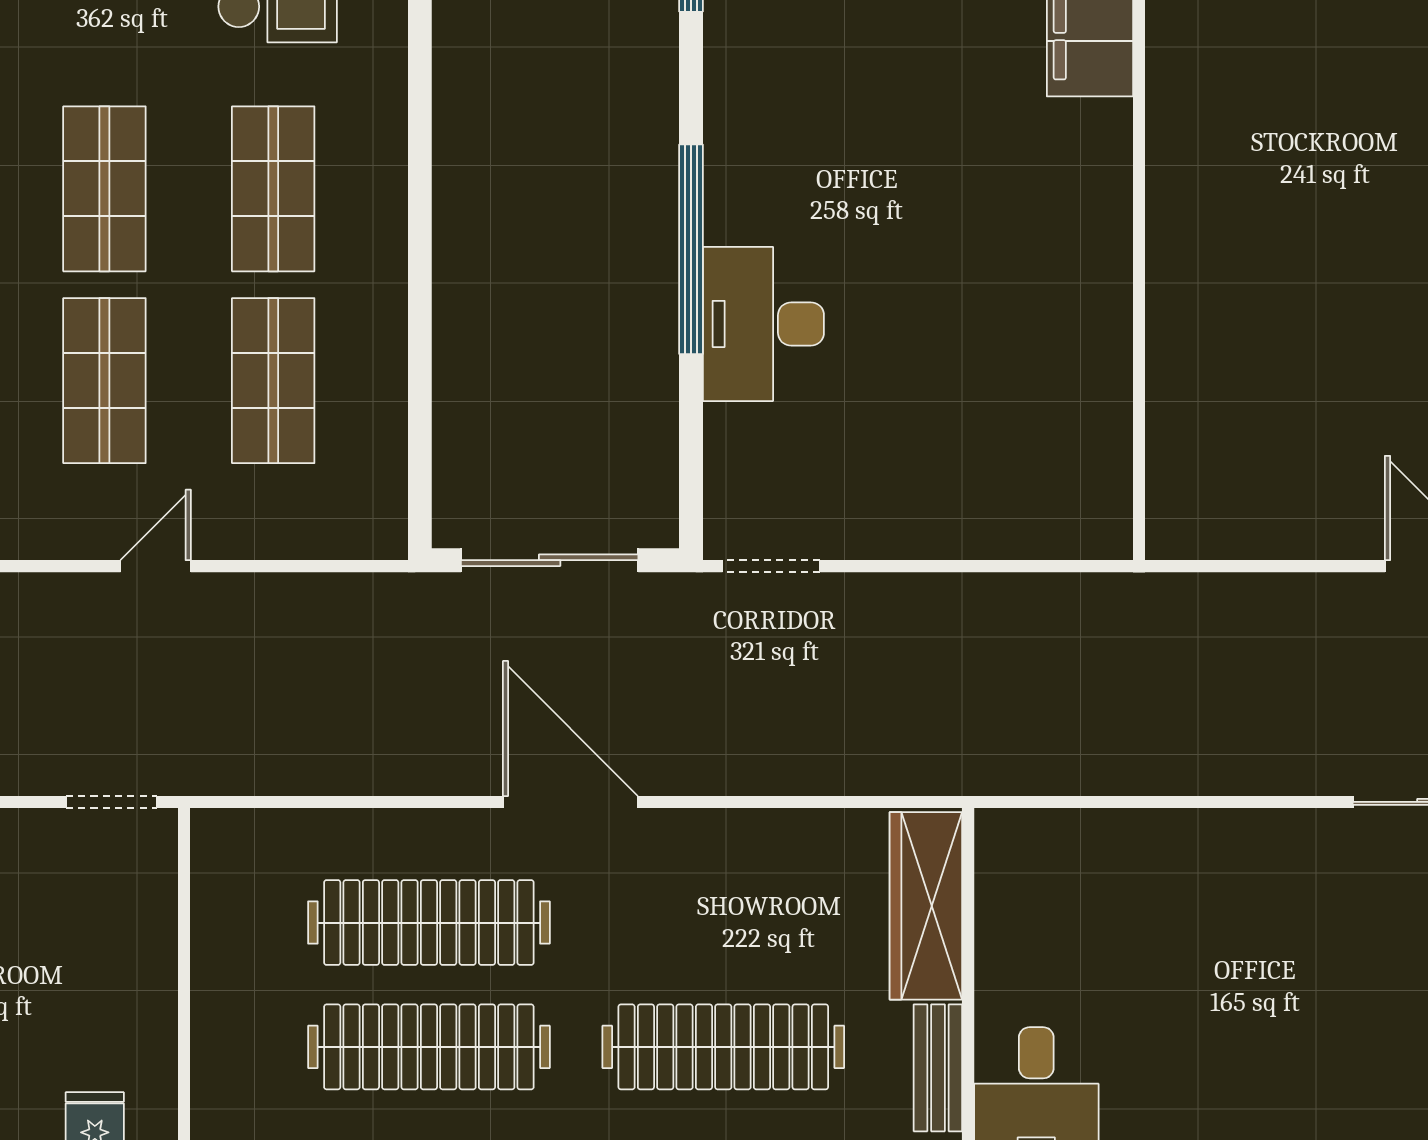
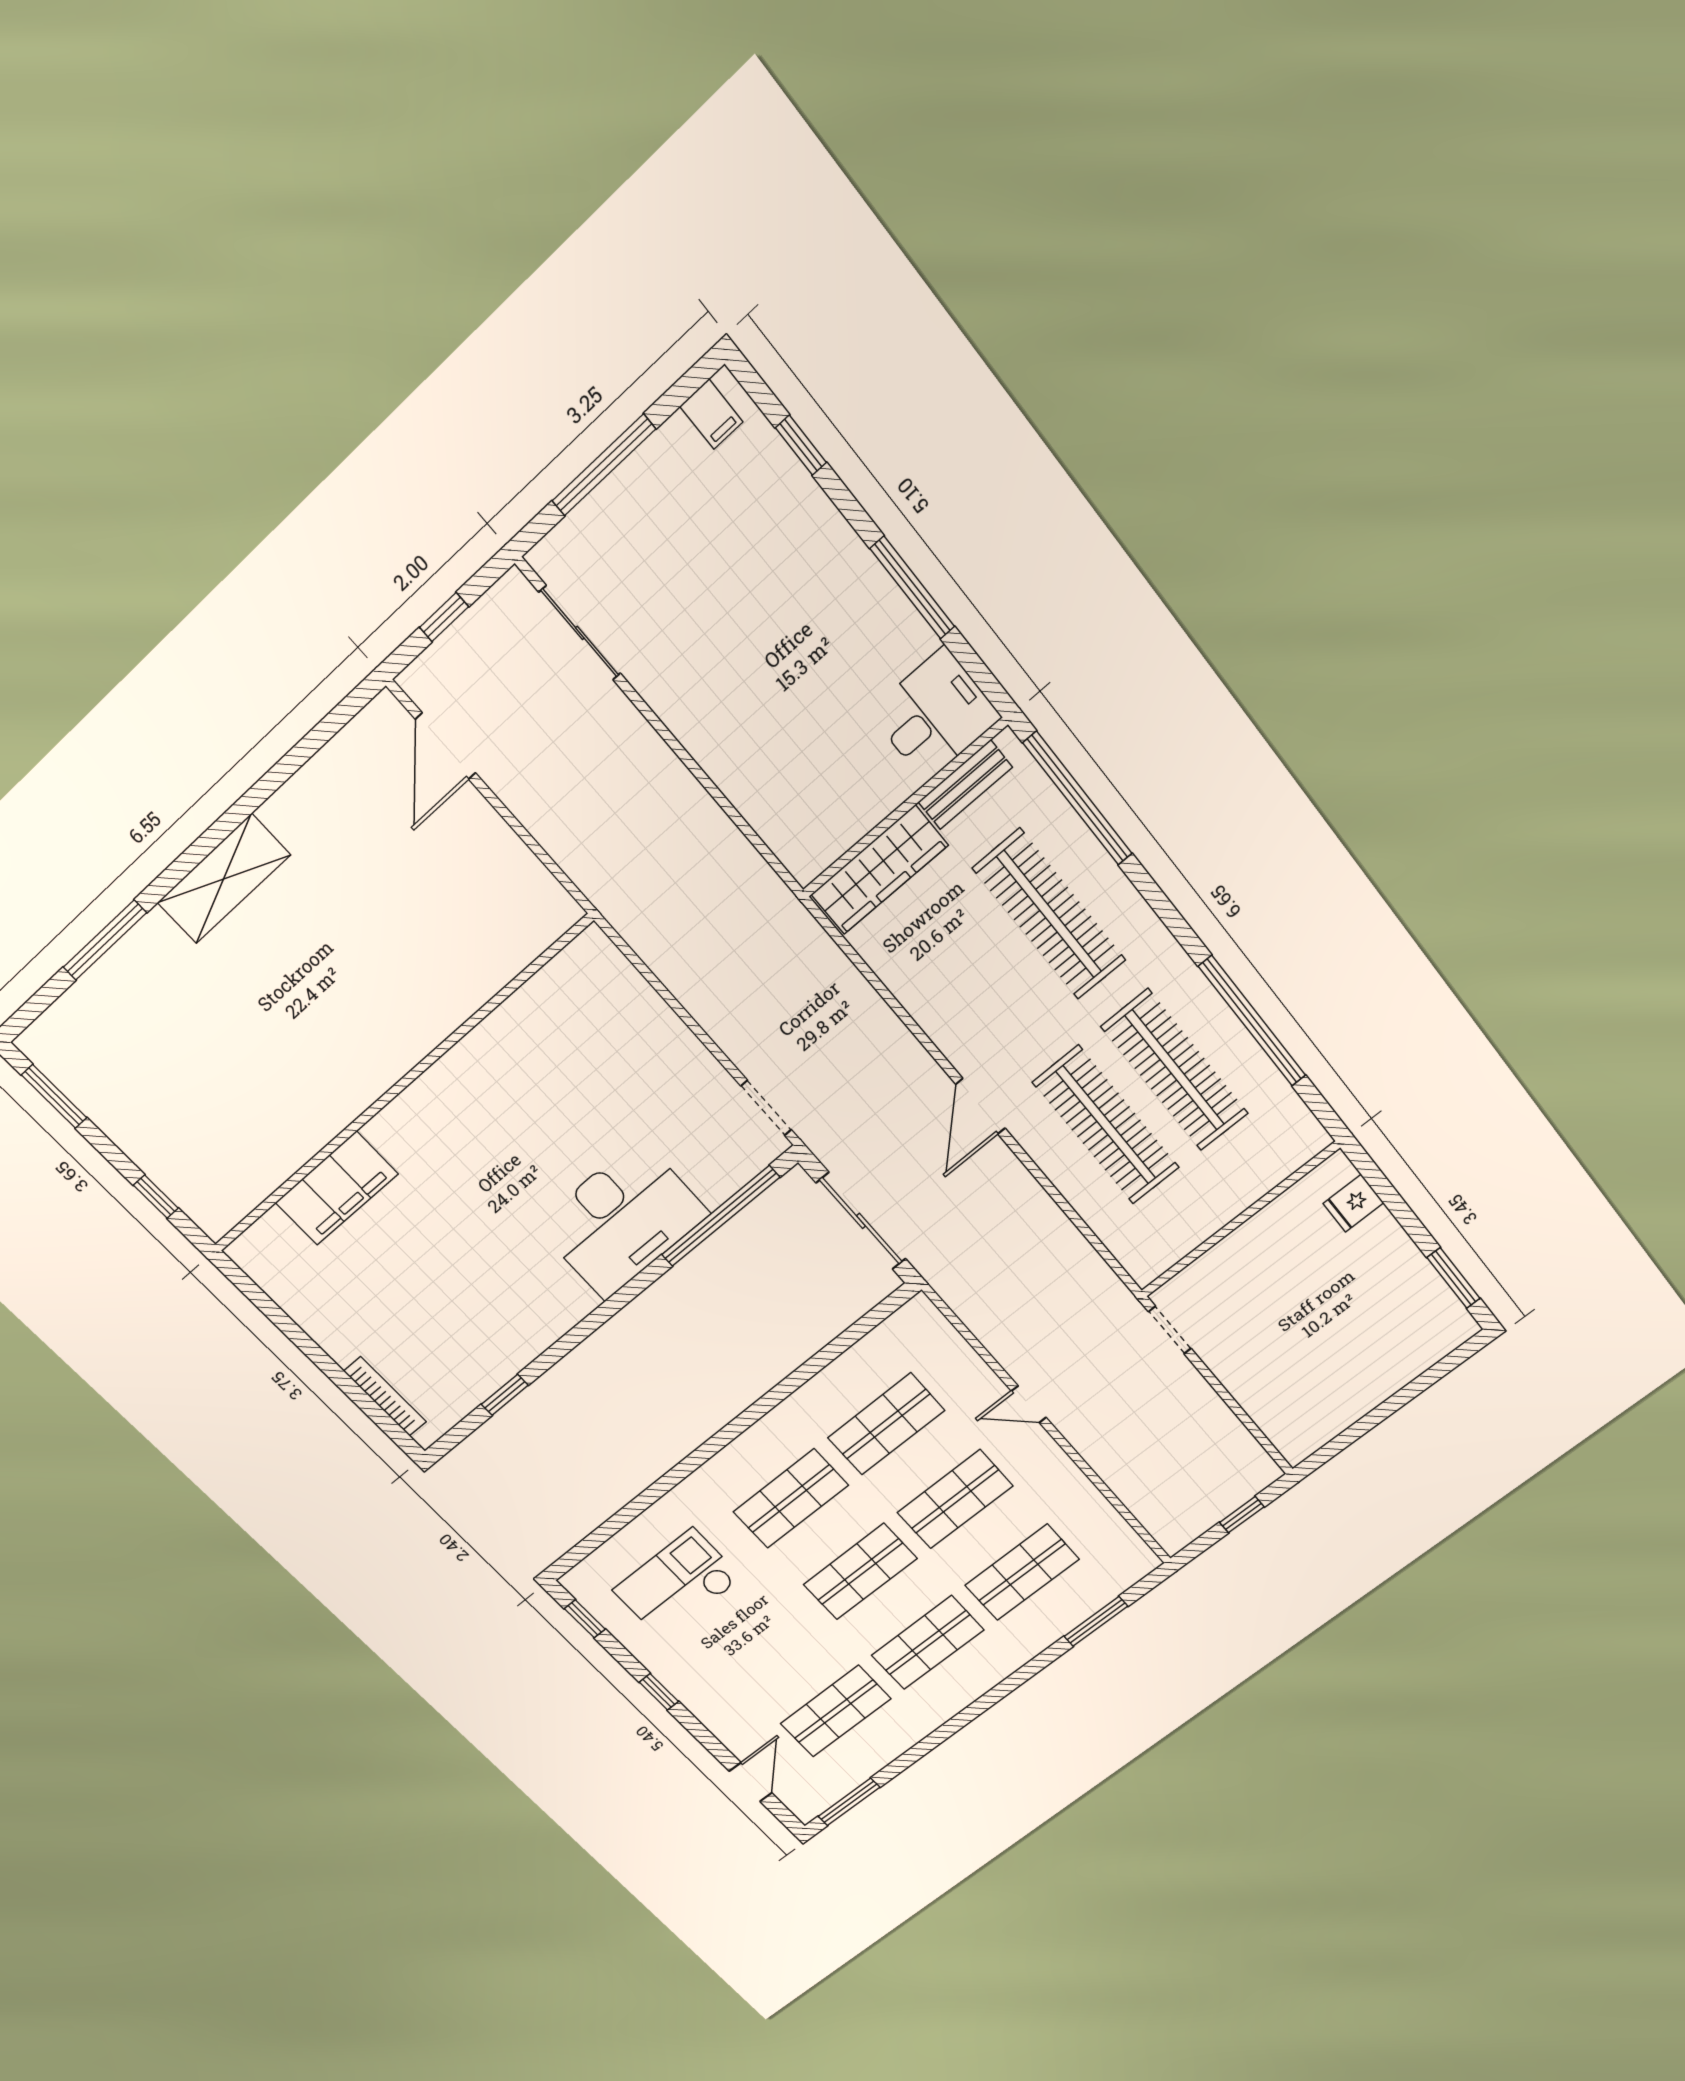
window: (691, 249) -> (720, 1216), moved
desk: (763, 324) -> (622, 1220), width x1.36, depth x1.30
door: (570, 802) -> (980, 1106), width x0.73

